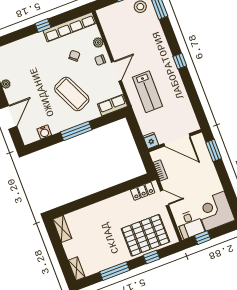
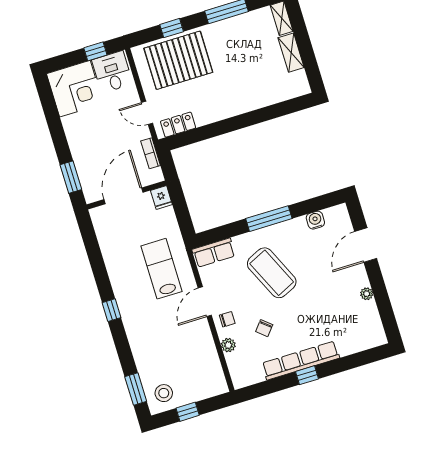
row of seats: (70, 27) -> (301, 361), moved
door: (177, 140) -> (123, 196), hinge flipped
shelving: (62, 229) -> (291, 53), moved

